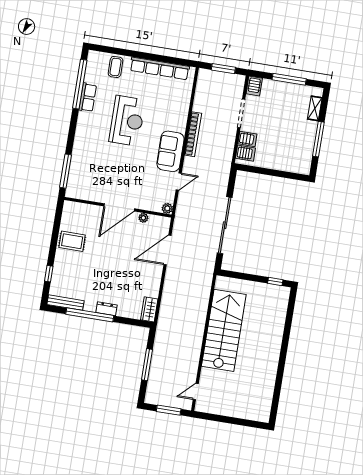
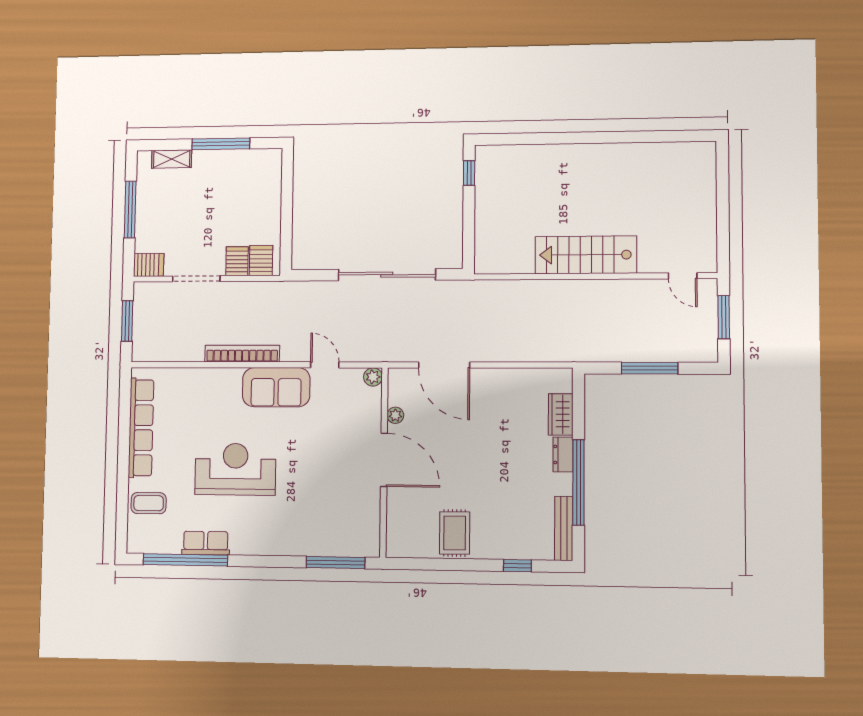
wardrobe: (149, 309) -> (561, 414), moved, turned 90
stairs: (224, 330) -> (586, 255), width x0.73, depth x0.66

